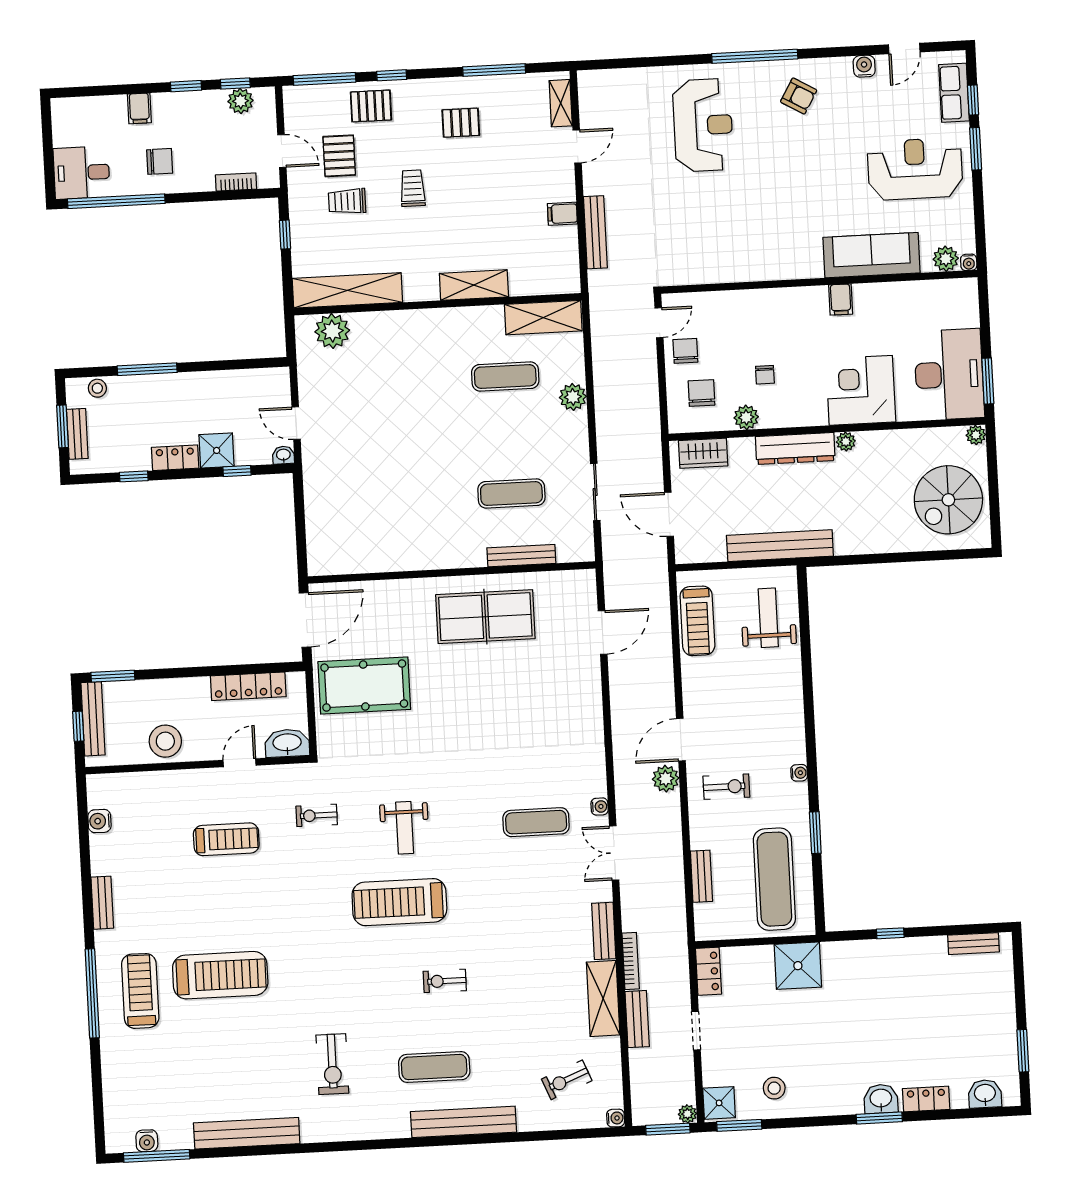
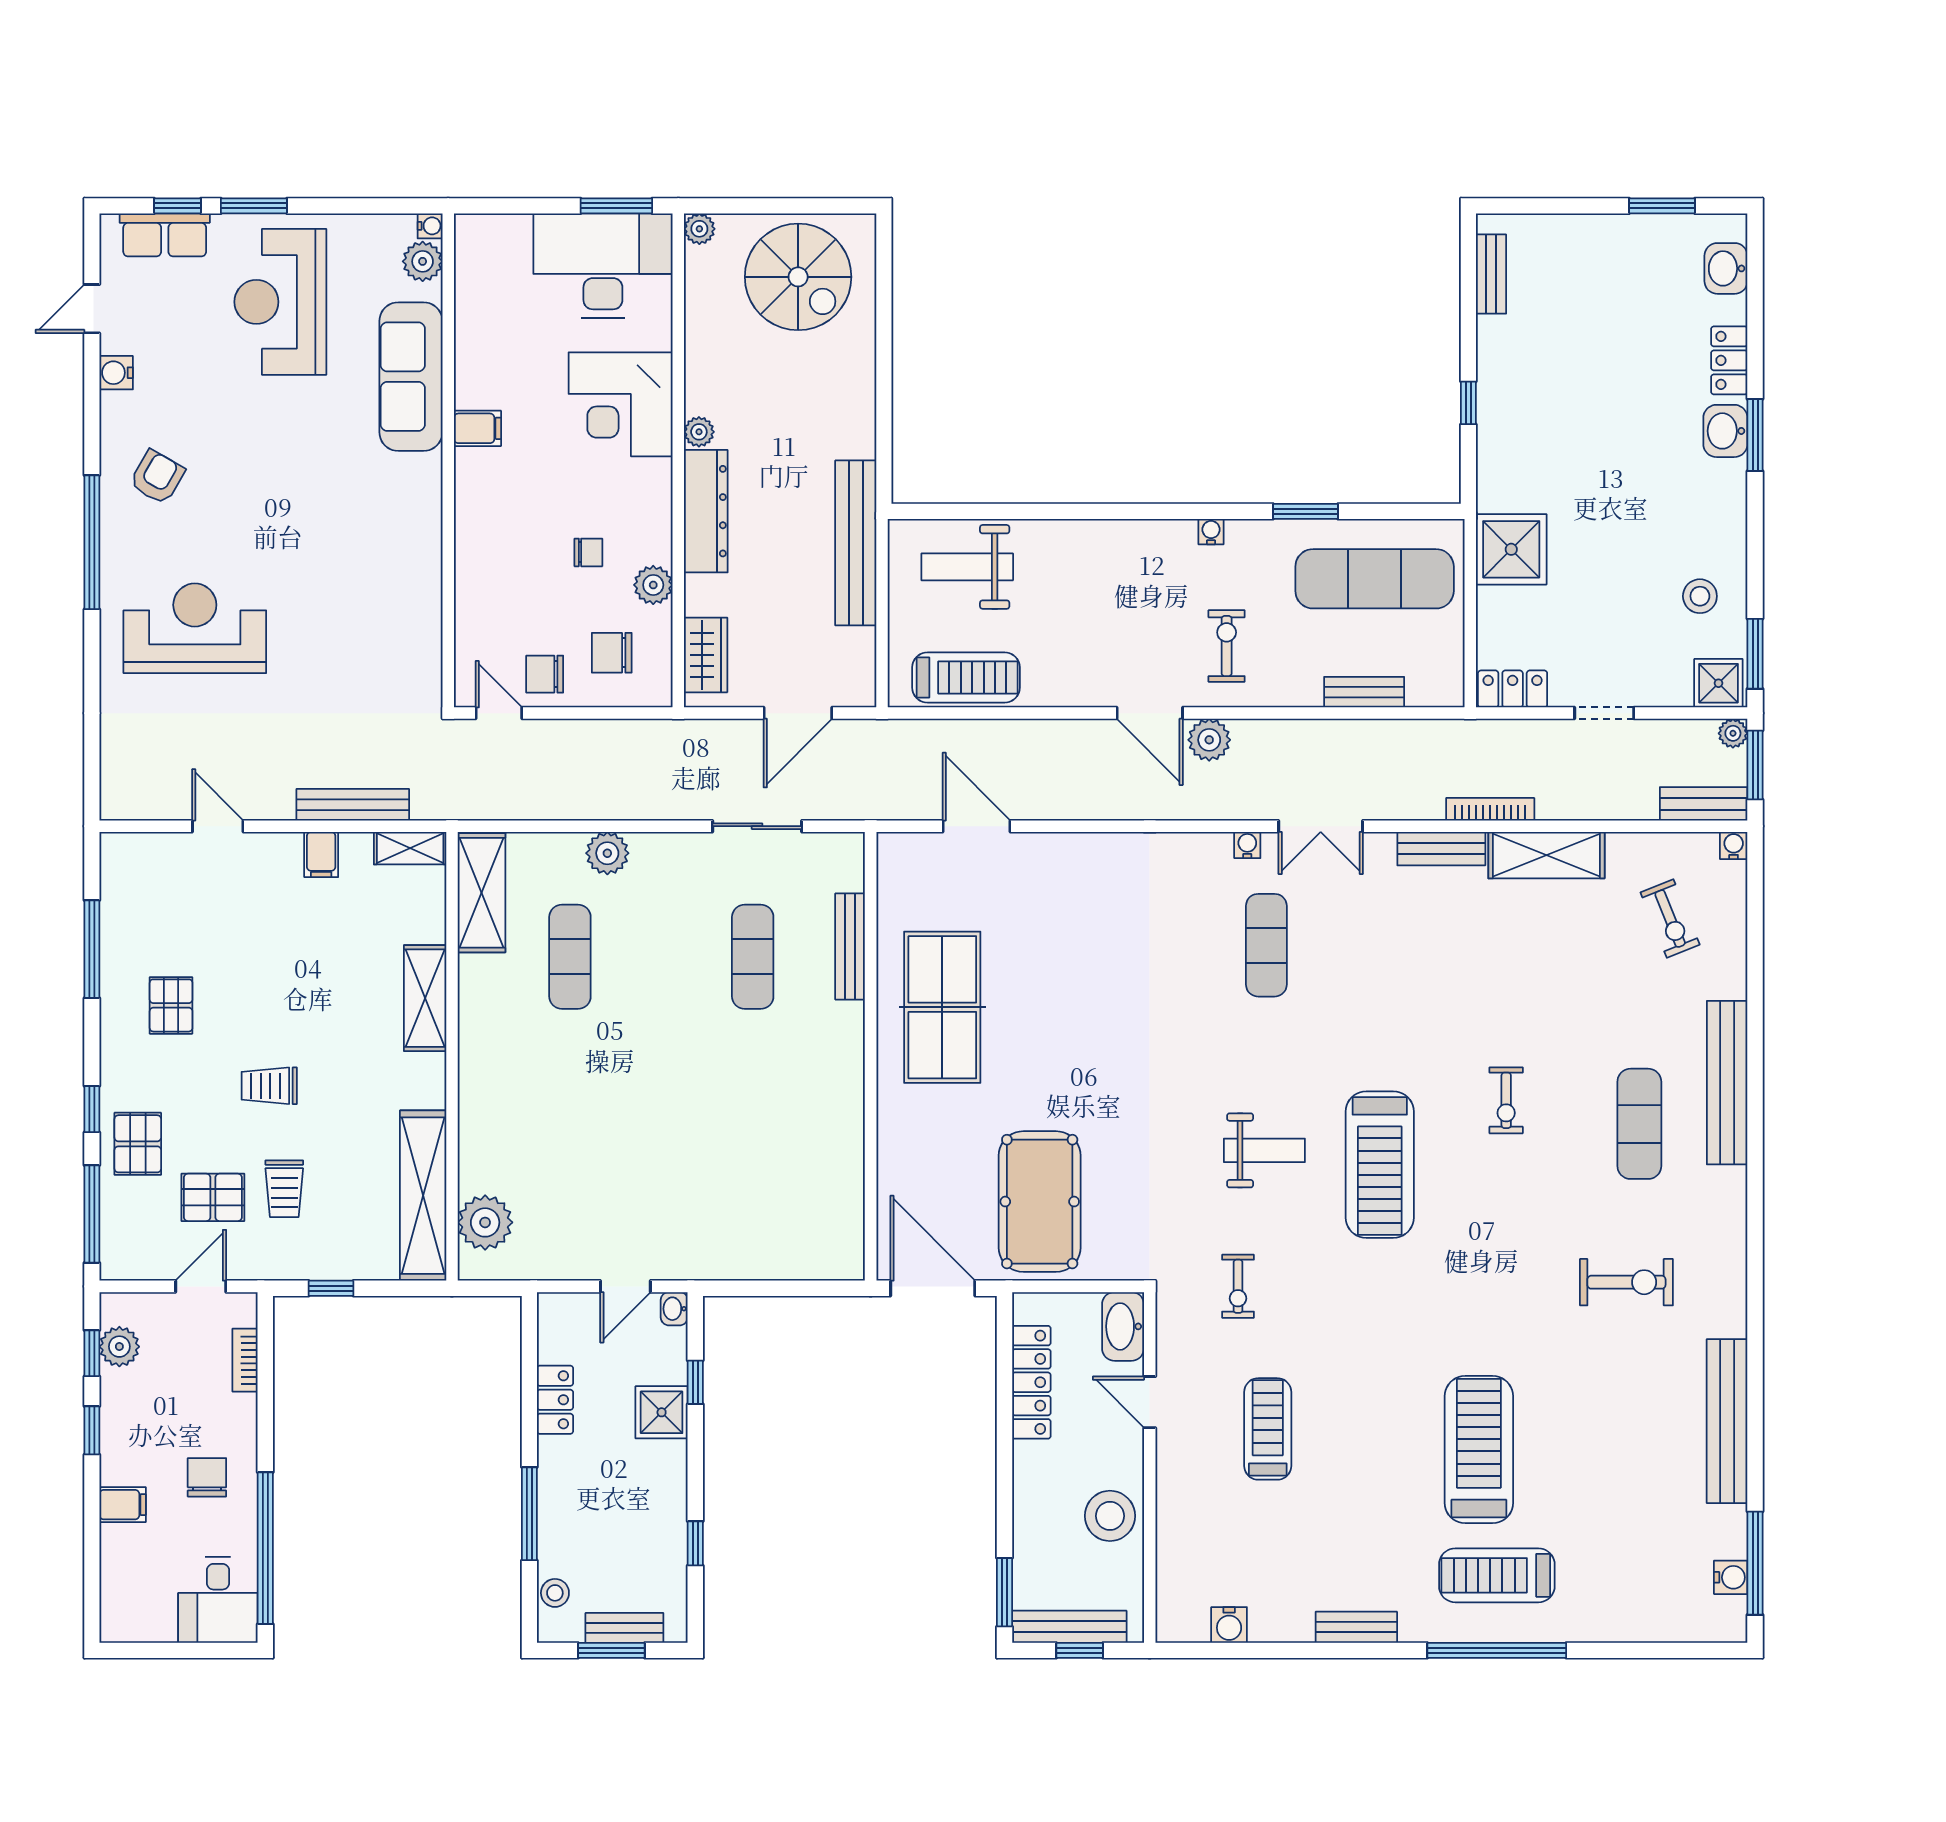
door: (904, 48) -> (92, 309), swing flipped
shelving: (561, 103) -> (410, 848), moved
locker: (175, 458) -> (555, 1400), moved, turned 180
bench: (637, 1019) -> (1704, 804), moved

